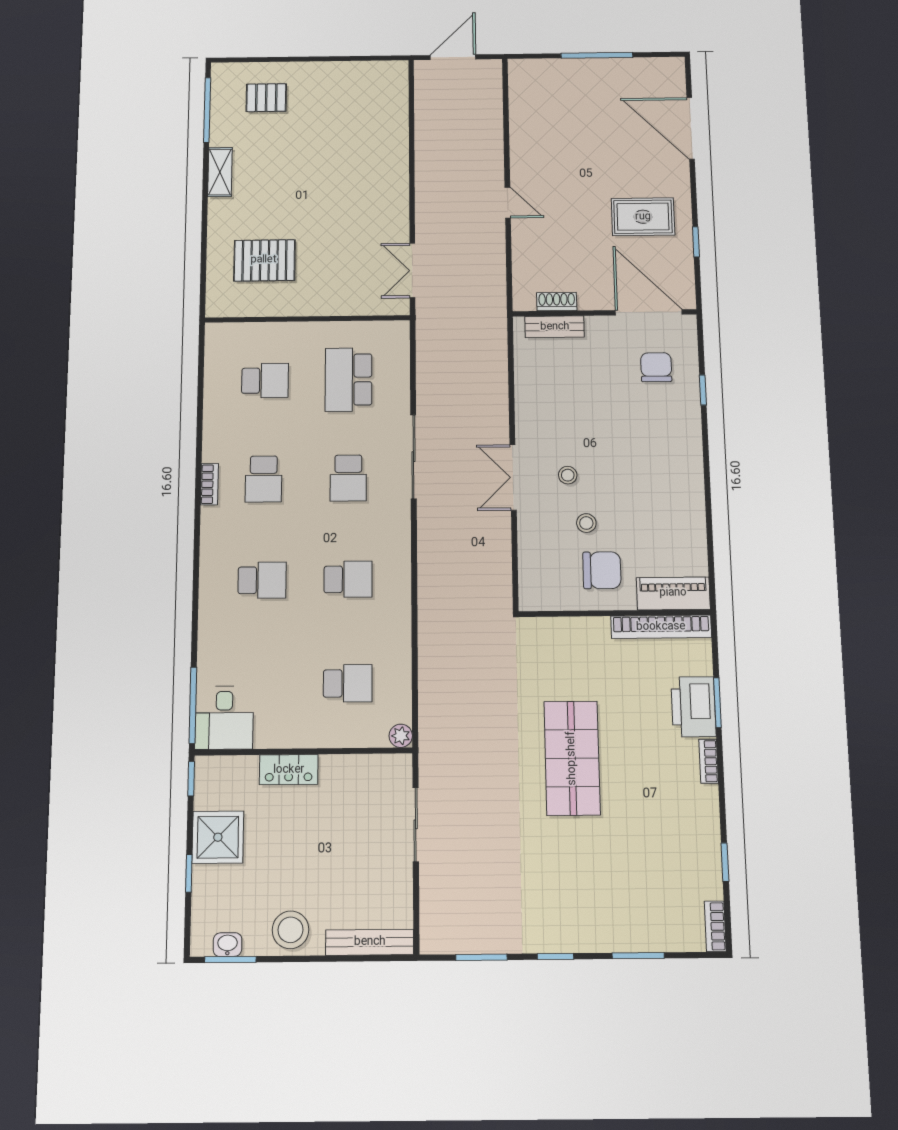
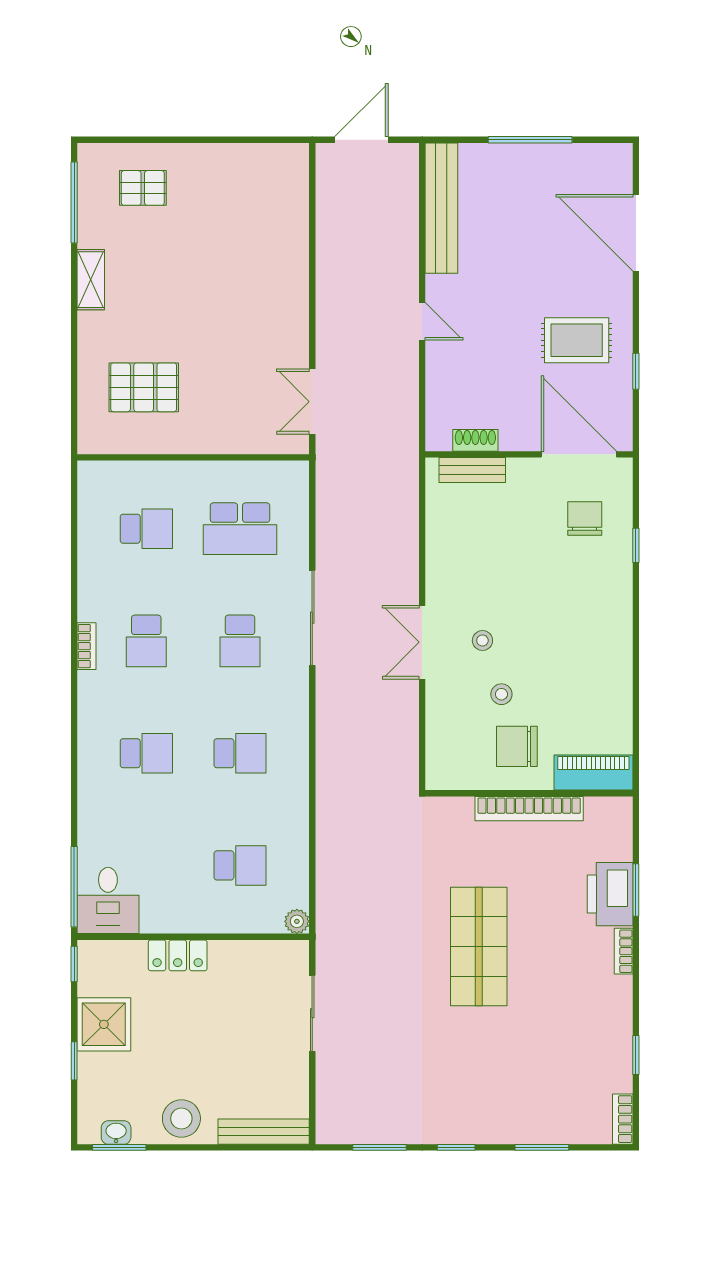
bench: (522, 111) -> (441, 208), added
school desk: (349, 380) -> (240, 529), turned -90
chair: (602, 570) -> (517, 746), turned 180
bookcase: (661, 627) -> (529, 809), moved

